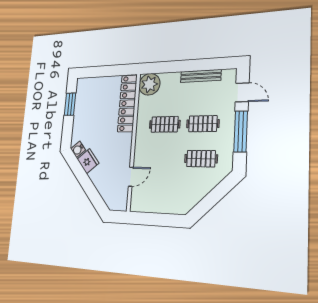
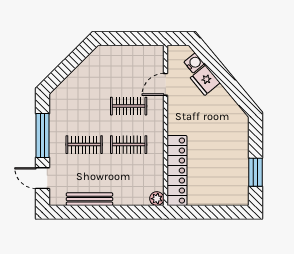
plant: (149, 84) -> (157, 199), width x0.53, depth x0.53
water cooler: (78, 149) -> (194, 63), moved
clothes rail: (201, 159) -> (129, 106), moved
fridge: (88, 161) -> (205, 80), moved

